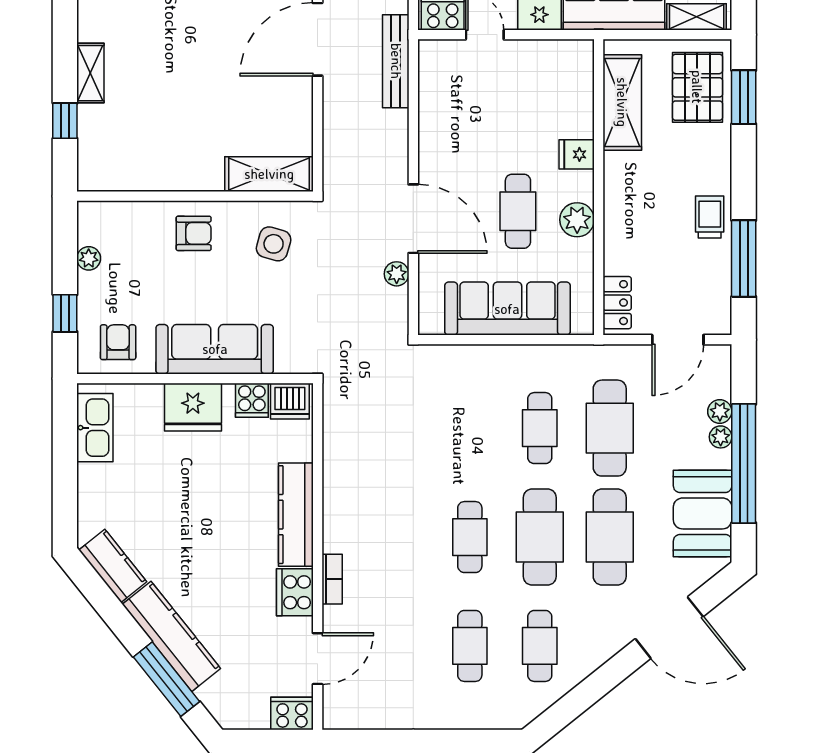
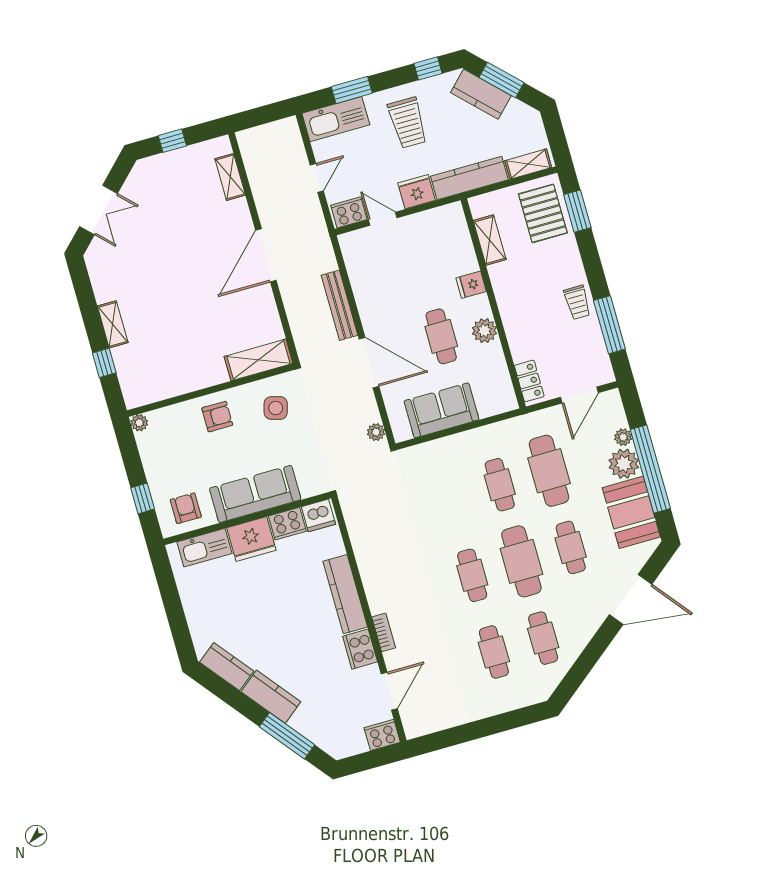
bench: (396, 61) -> (339, 305), moved
shelving: (622, 102) -> (490, 240), width x0.67, depth x0.75
trolley: (710, 217) -> (577, 302), turned 180
plant: (89, 258) -> (139, 423), moved
plant: (397, 274) -> (376, 432), moved
sofa: (507, 309) -> (442, 410), width x0.73
cooker: (252, 400) -> (287, 524), width x1.36
kitchen sink: (95, 428) -> (204, 548), moved, turned 90
plant: (721, 437) -> (624, 464), width x1.87, depth x1.87
cafe table: (610, 537) -> (571, 547), width x0.73, depth x0.74
kitchen counter: (171, 636) -> (271, 697), width x0.67

